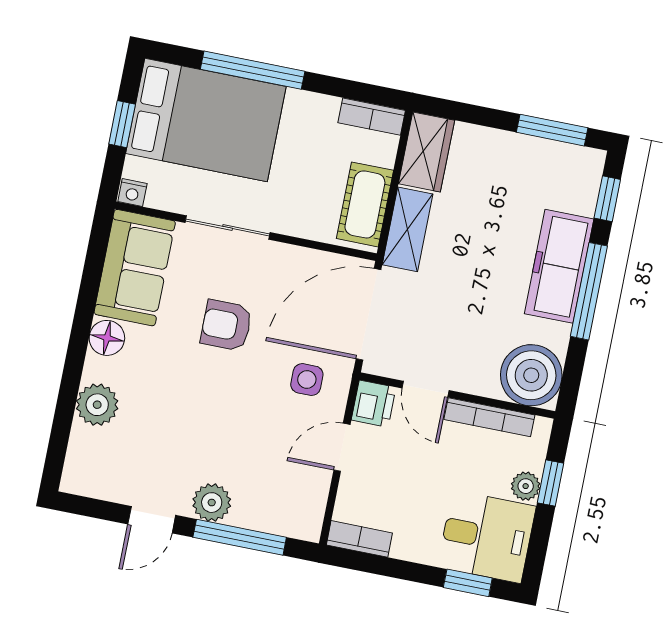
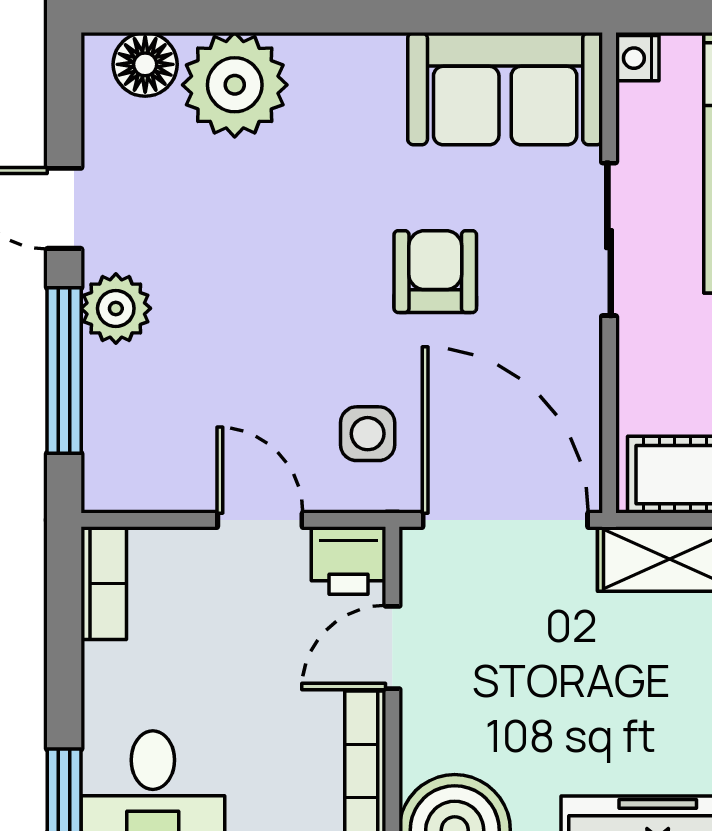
floor lamp: (107, 338) -> (145, 64), moved
plant: (97, 405) -> (235, 85), width x1.36, depth x1.36

